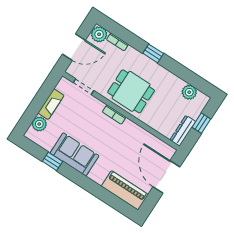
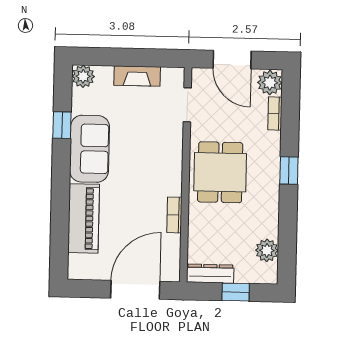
bookcase: (114, 115) -> (174, 215), moved
plant: (39, 124) -> (83, 76), moved
piano: (125, 190) -> (84, 218), moved

